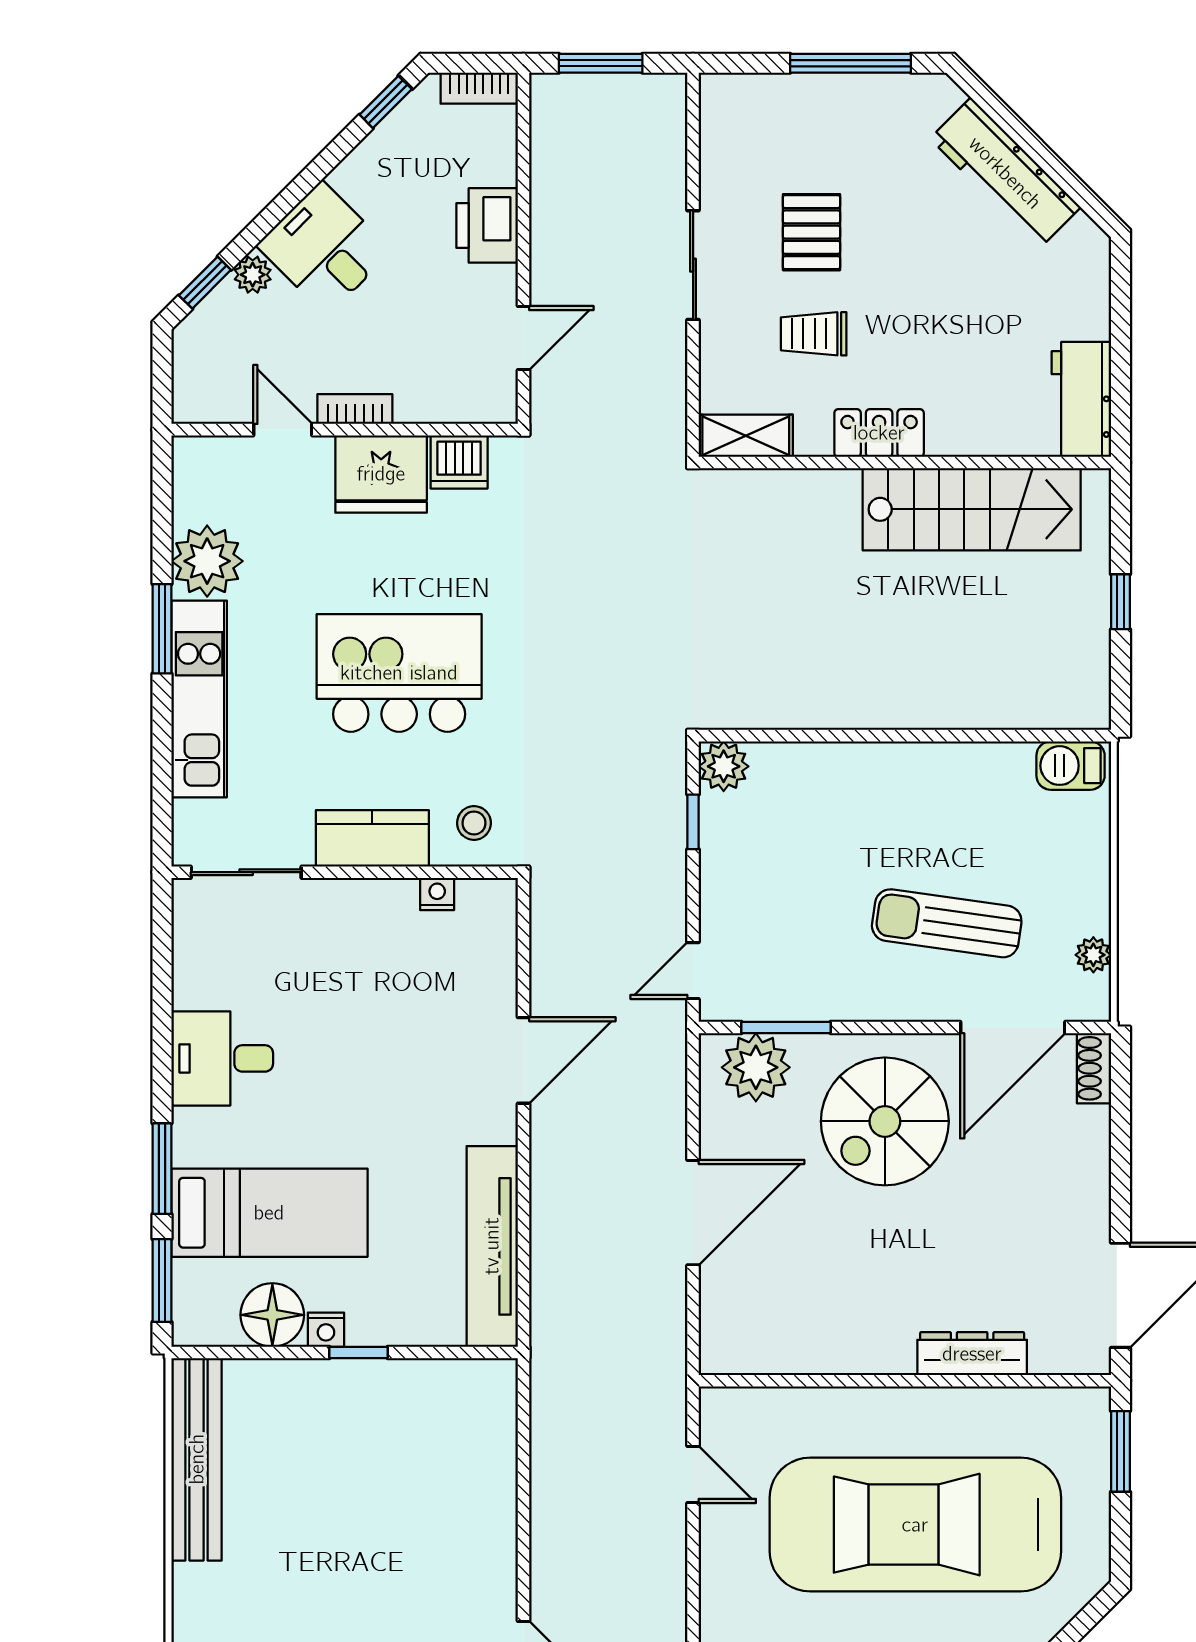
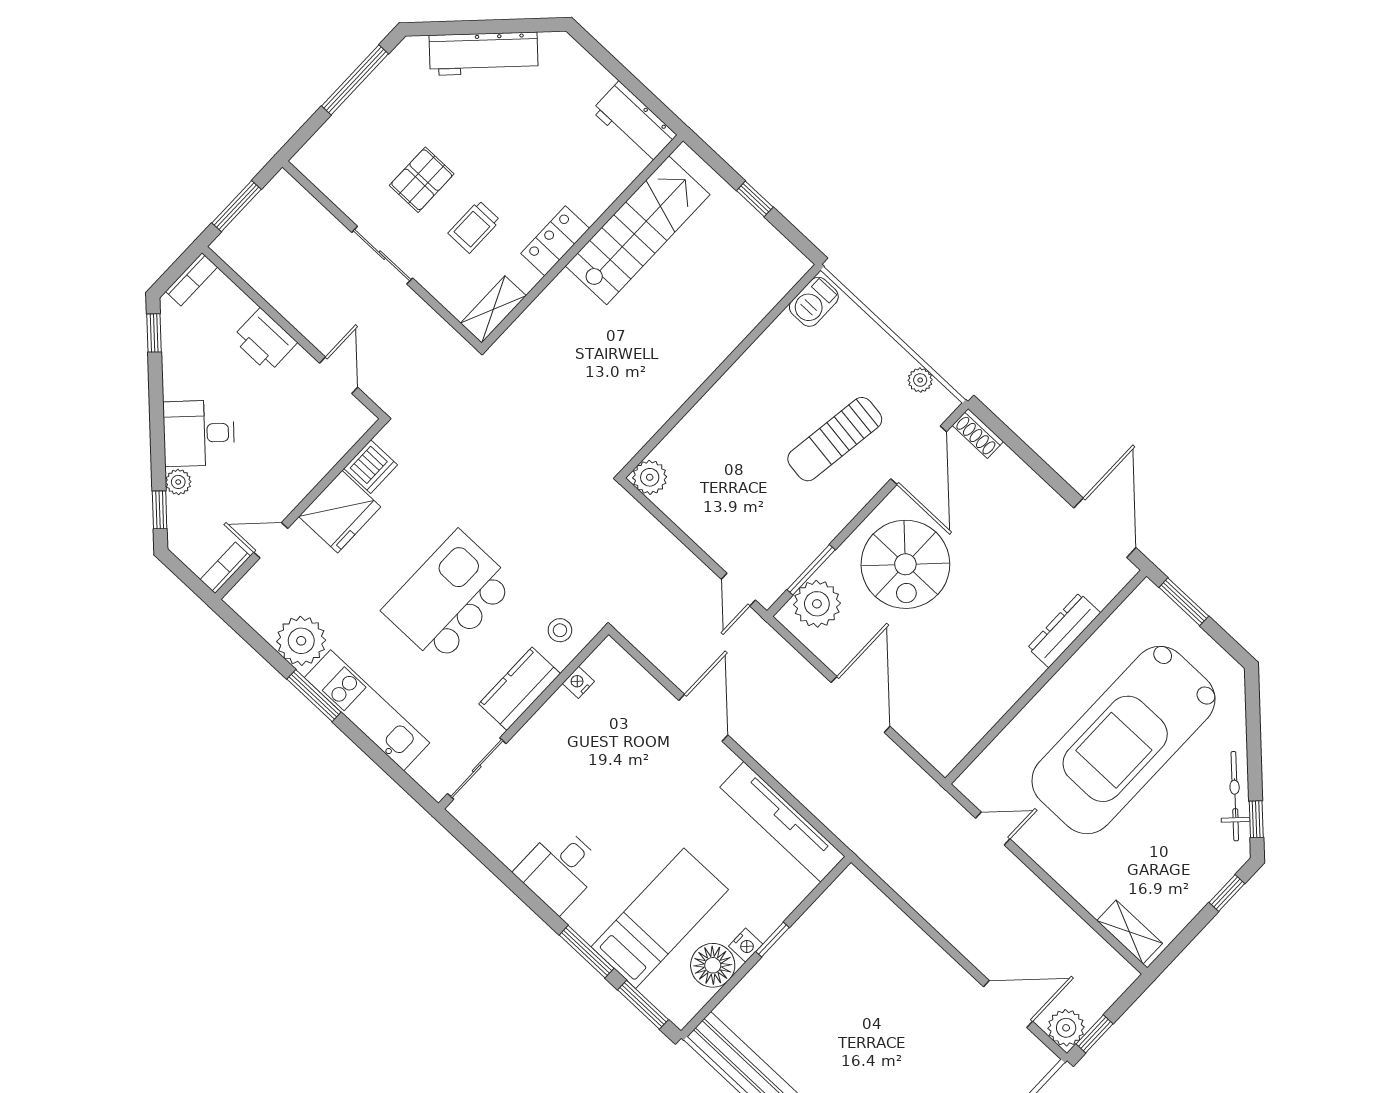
pallet: (811, 232) -> (422, 180), turned 90
bookcase: (355, 409) -> (225, 568), moved
window: (693, 822) -> (663, 519), removed

